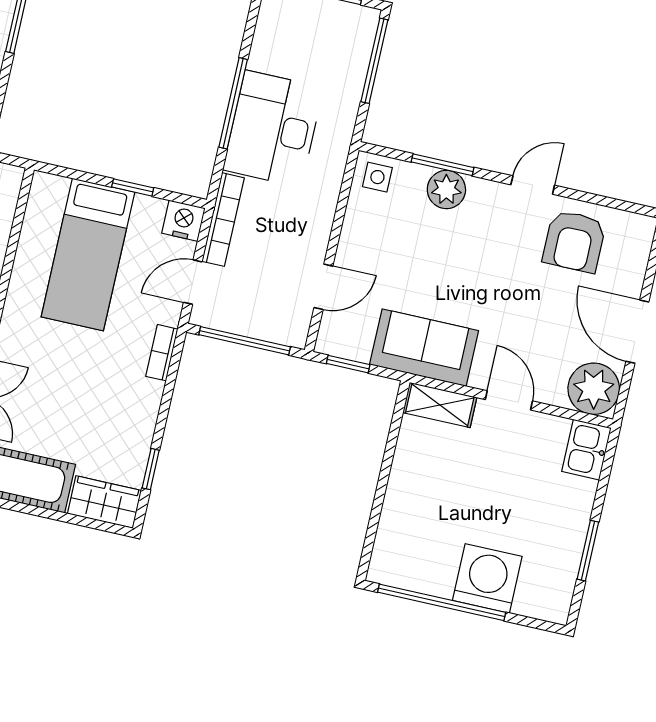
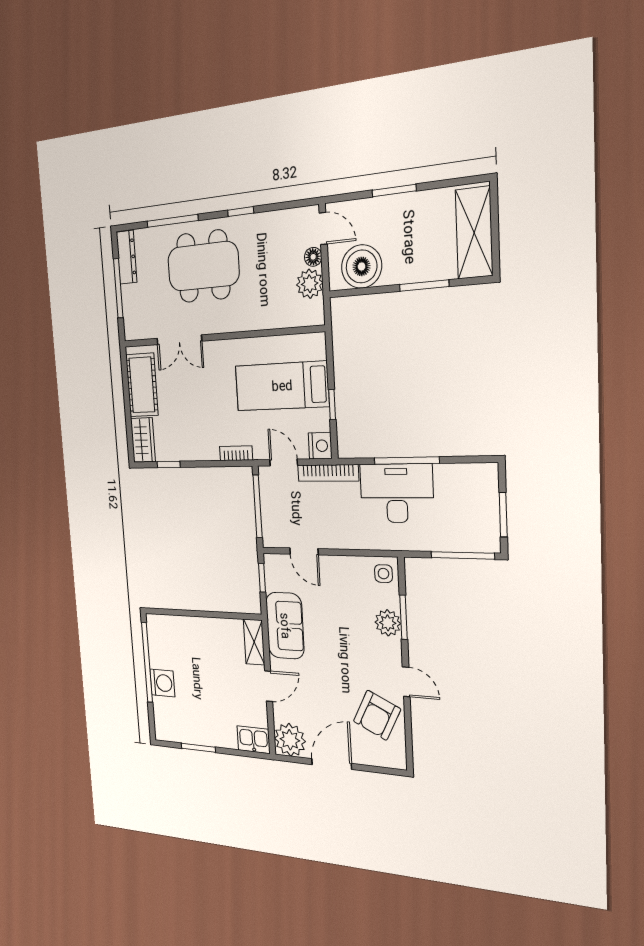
armchair: (574, 241) -> (377, 715), turned -64
washing machine: (487, 578) -> (162, 683), width x0.73, depth x0.73

